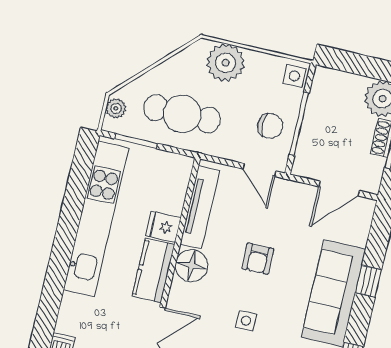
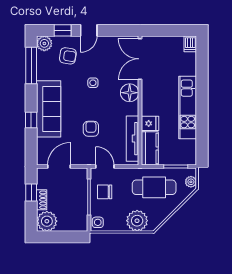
kitchen unit: (96, 219) -> (188, 108), width x0.73
armchair: (258, 259) -> (91, 129), moved
floor lamp: (192, 266) -> (130, 93), moved
kitchen counter: (153, 270) -> (150, 148), moved

